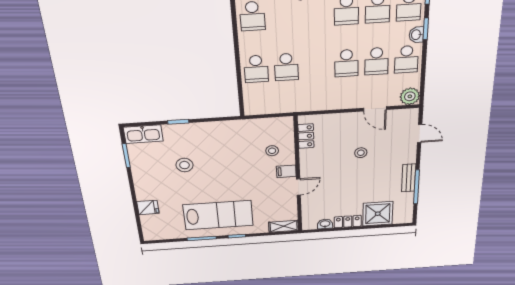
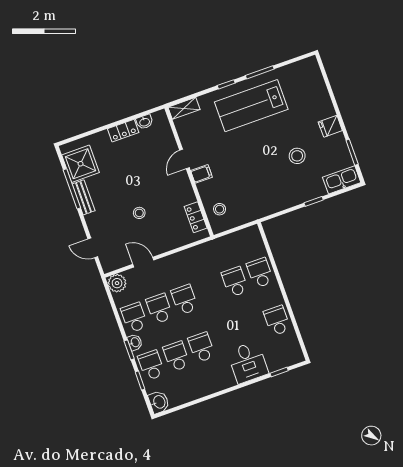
stool: (272, 151) -> (220, 209), moved
fridge: (148, 207) -> (330, 126), moved
shower: (378, 214) -> (81, 164), moved

